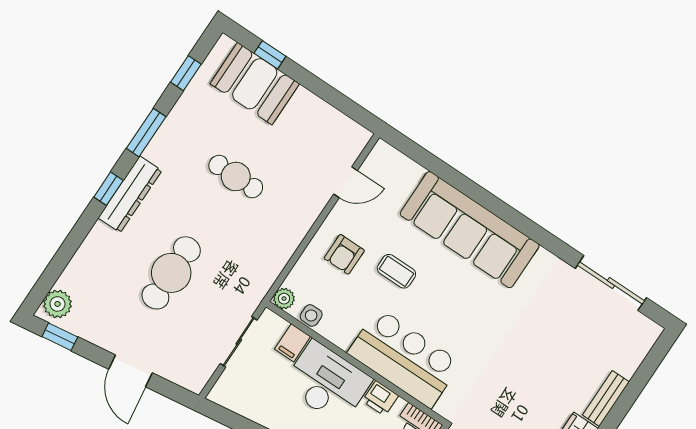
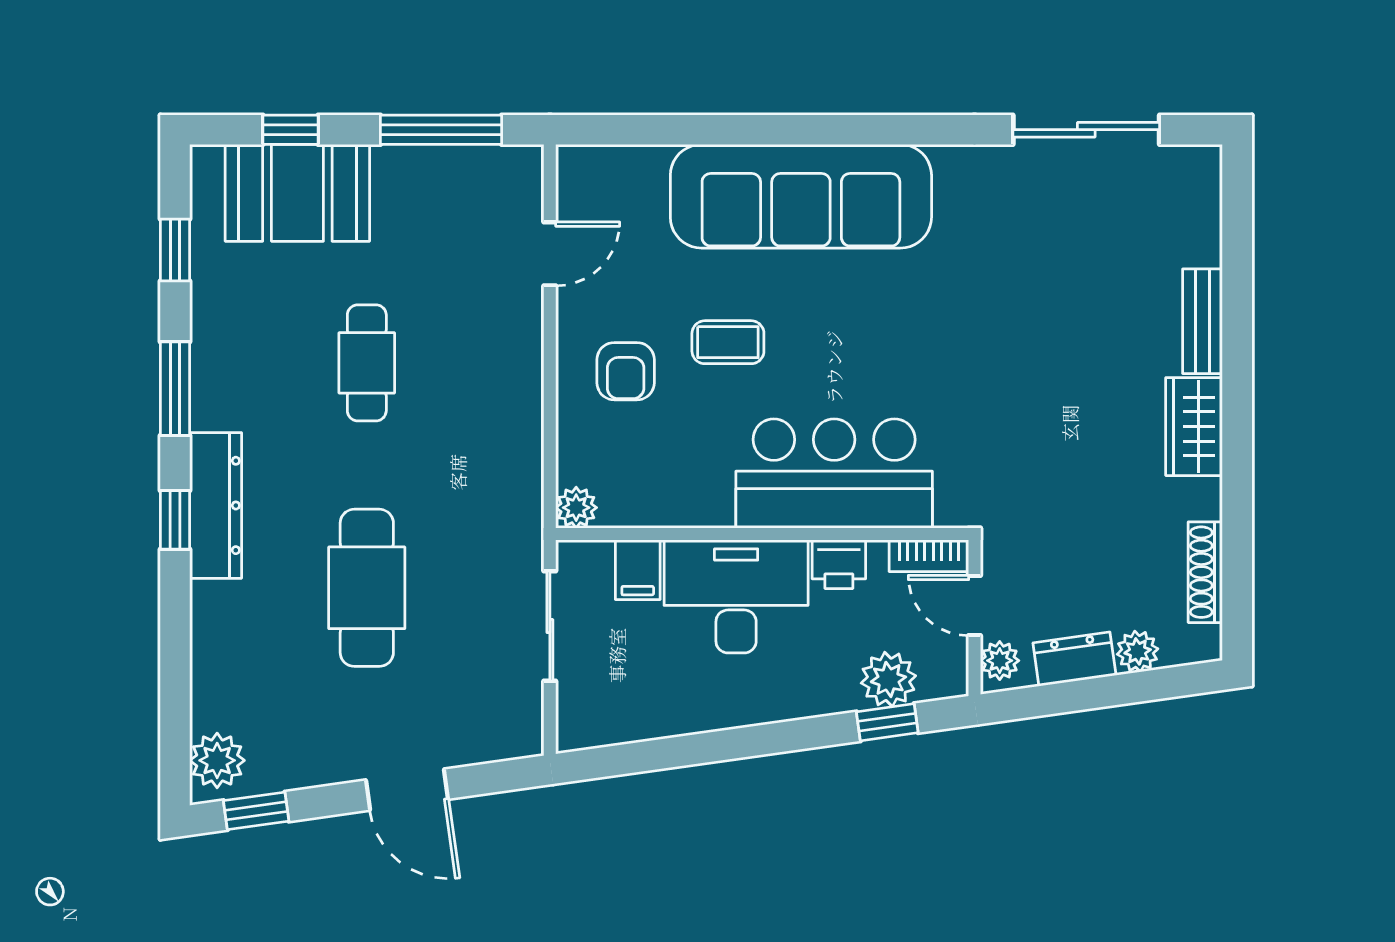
window: (334, 98) -> (441, 130), added
cafe table: (236, 176) -> (367, 363), turned 90
side table: (311, 315) -> (638, 505), removed

